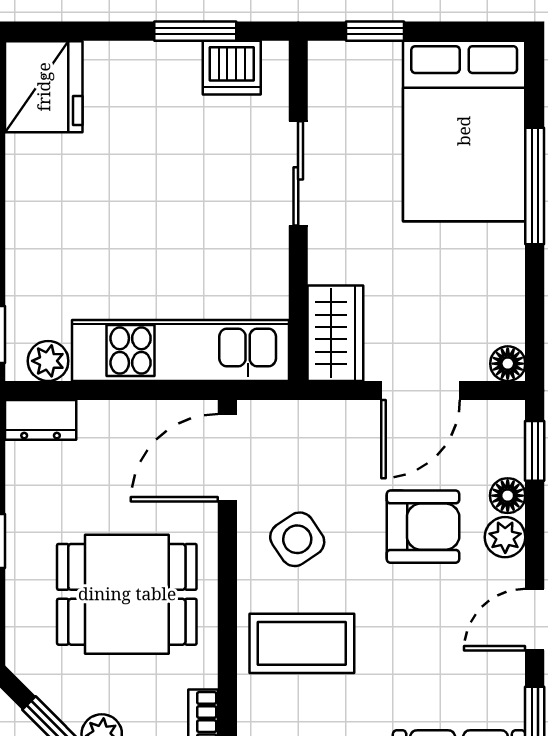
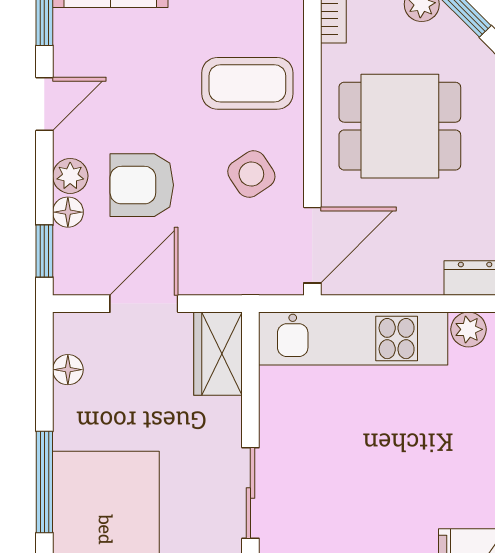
floor lamp: (508, 364) -> (68, 370), moved

